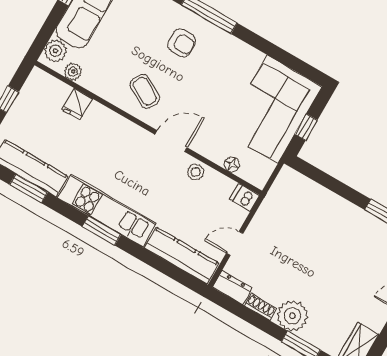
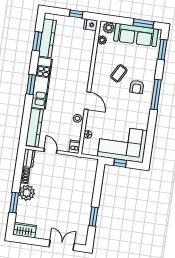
coffee table: (145, 91) -> (119, 73), moved
fridge: (77, 104) -> (91, 25), moved

